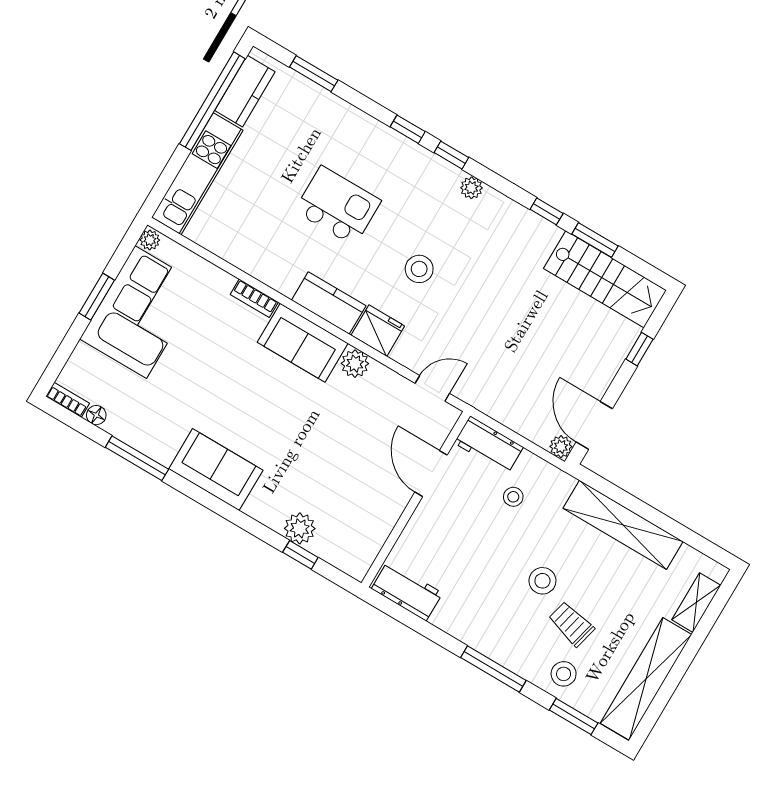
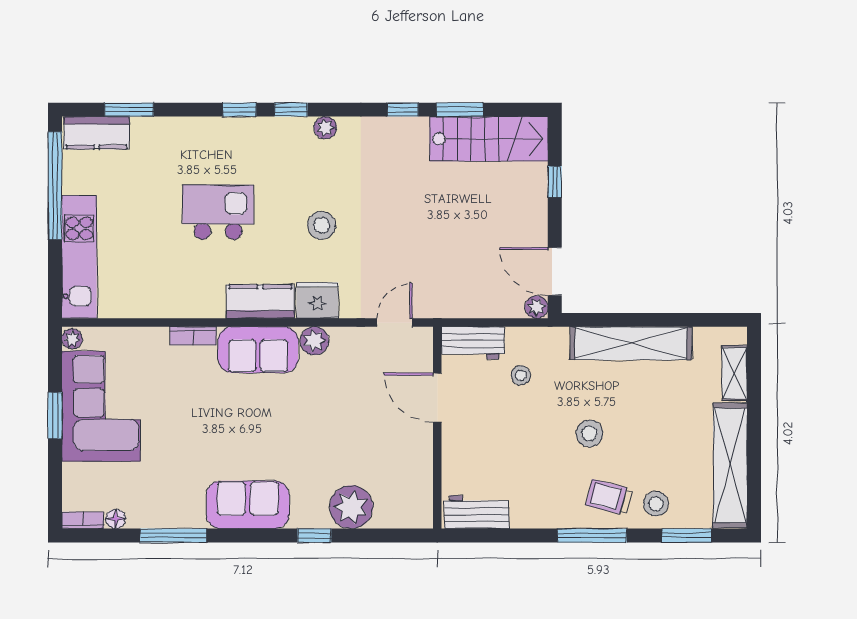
kitchen counter: (245, 91) -> (97, 133), moved, turned 90
plant: (300, 528) -> (351, 507), width x1.36, depth x1.36
window: (300, 555) -> (314, 536), moved
trolley: (571, 624) -> (609, 497), moved

